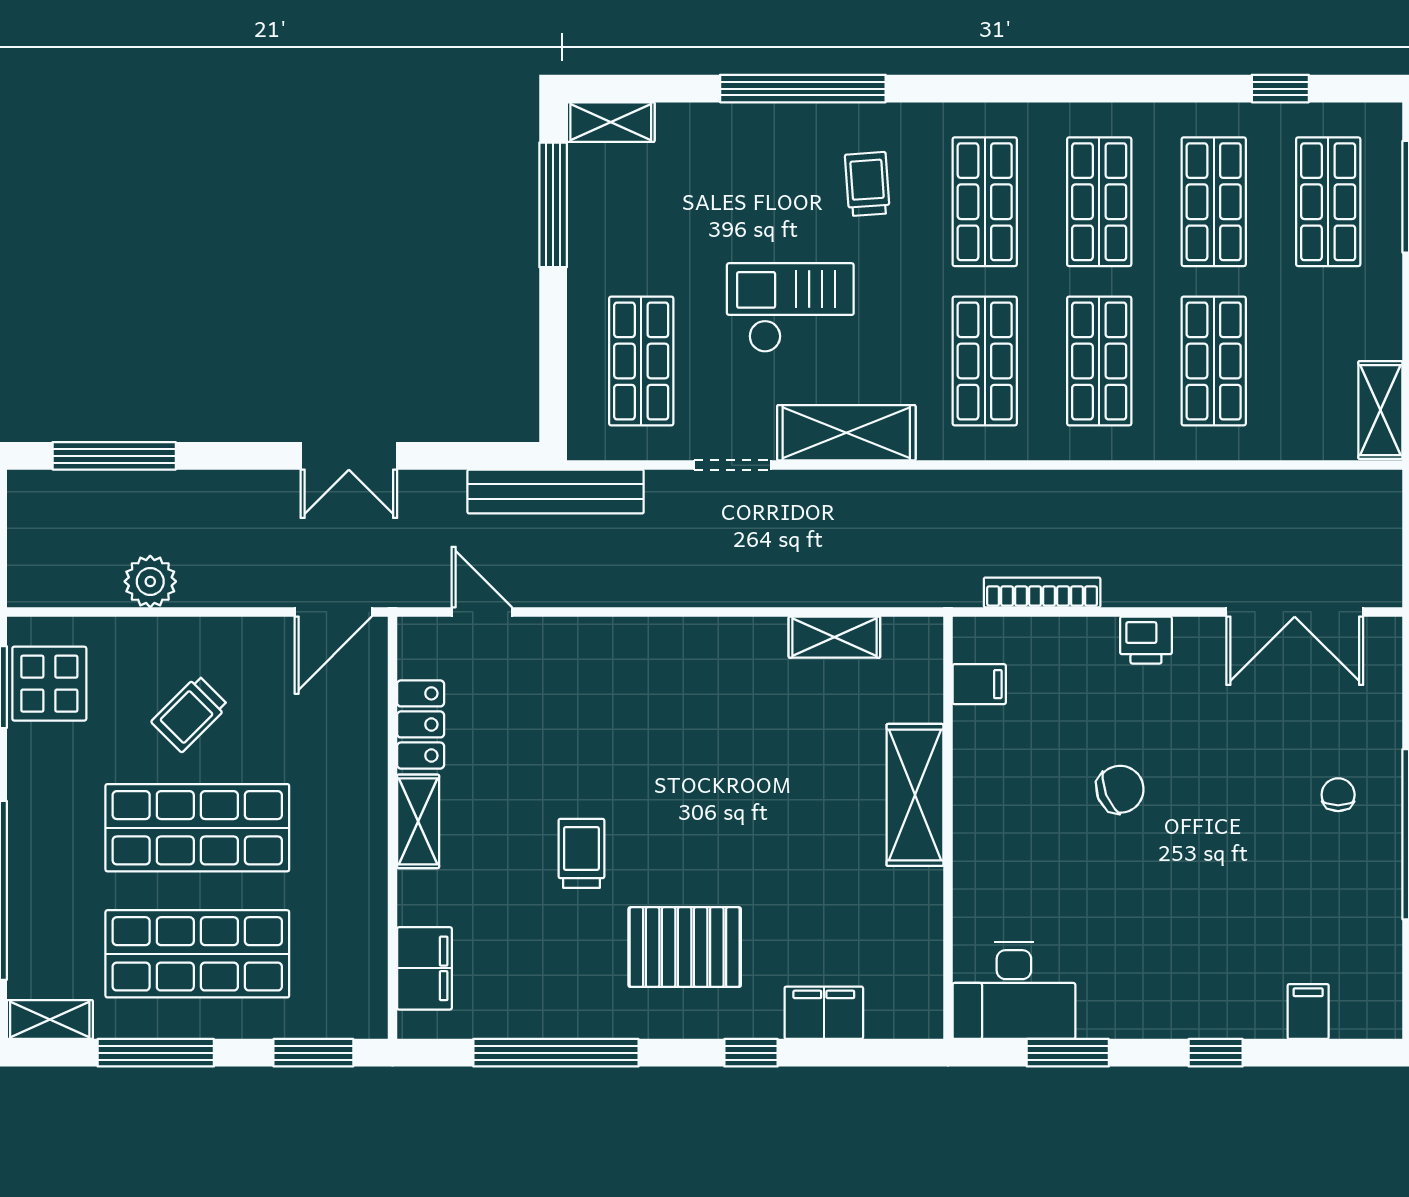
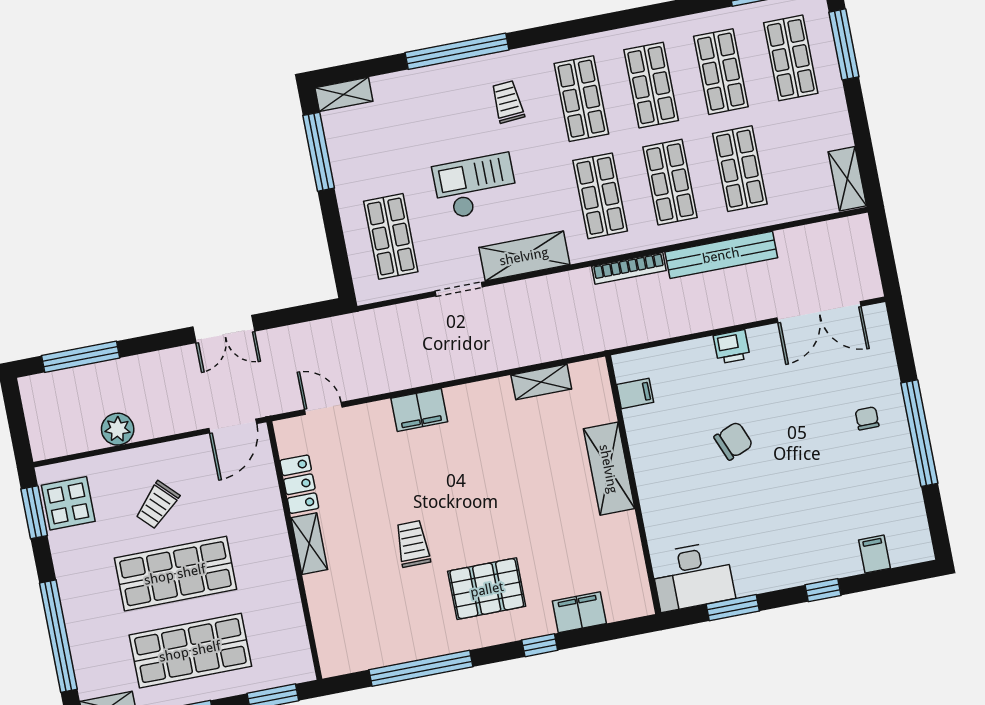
bench: (556, 492) -> (721, 255), moved
bookcase: (1042, 592) -> (629, 268), moved, turned 180
filing cabinet: (424, 968) -> (419, 410), moved, turned 90

